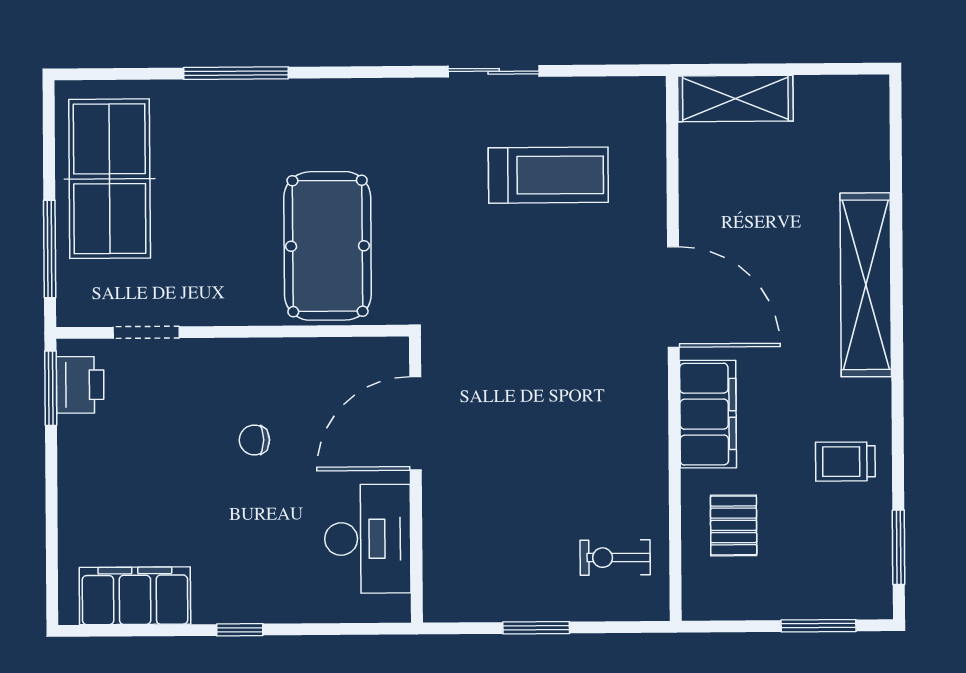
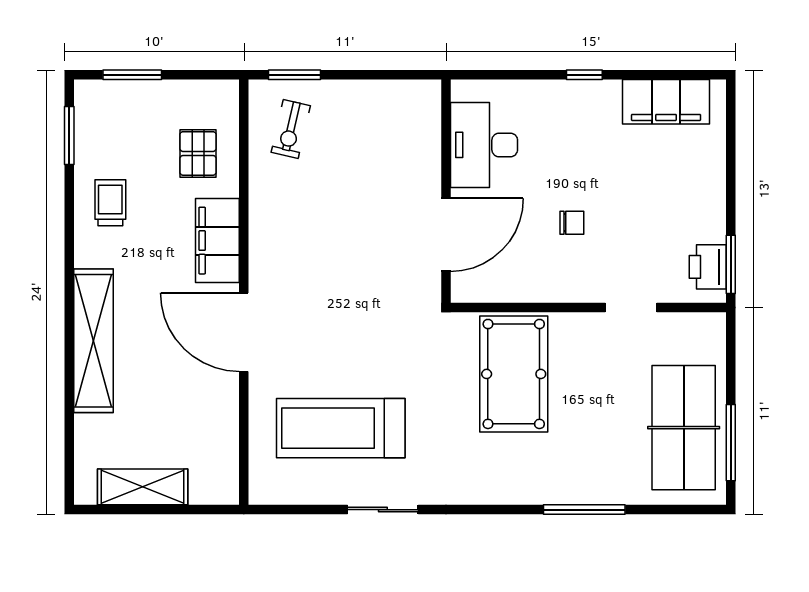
shelving: (735, 98) -> (143, 487), moved
treadmill: (548, 175) -> (341, 428), width x1.37, depth x1.38
window: (50, 249) -> (731, 443), moved
doorway: (146, 332) -> (631, 307), moved
trolley: (845, 461) -> (110, 203), turned -90
exercise bike: (615, 558) -> (291, 129), turned 103
window: (536, 628) -> (295, 75), moved

